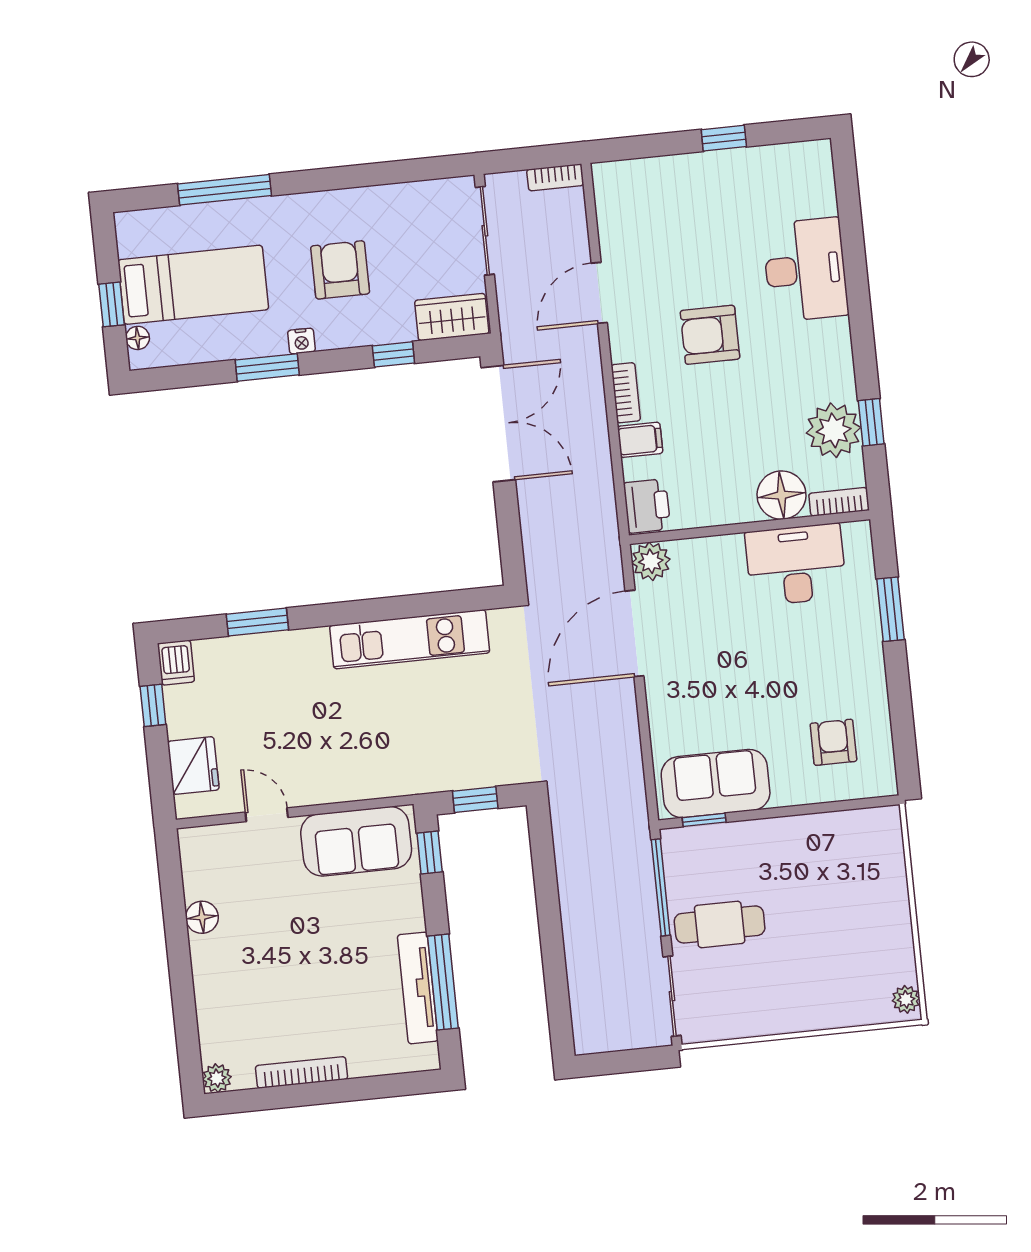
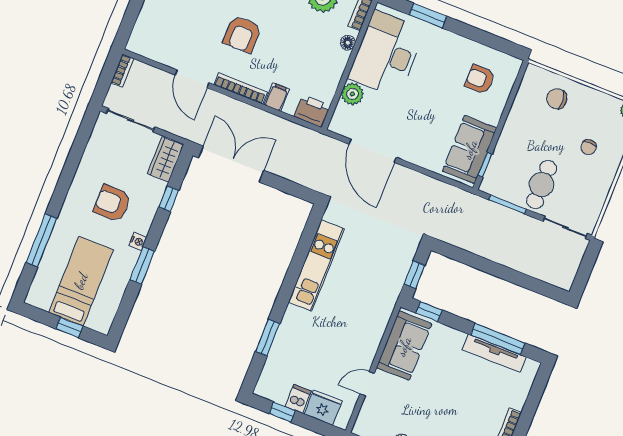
floor lamp: (138, 338) -> (93, 323), removed
bookcase: (626, 393) -> (240, 88), width x1.56
floor lamp: (782, 495) -> (348, 43), width x0.53, depth x0.53
plant: (651, 561) -> (352, 94), moved
desk: (796, 565) -> (386, 54), width x1.36, depth x1.30
dishwasher: (176, 663) -> (298, 399), moved, turned -90
chair: (866, 878) -> (557, 99), added
window: (661, 887) -> (507, 204), width x0.69
chair: (816, 967) -> (589, 147), added

